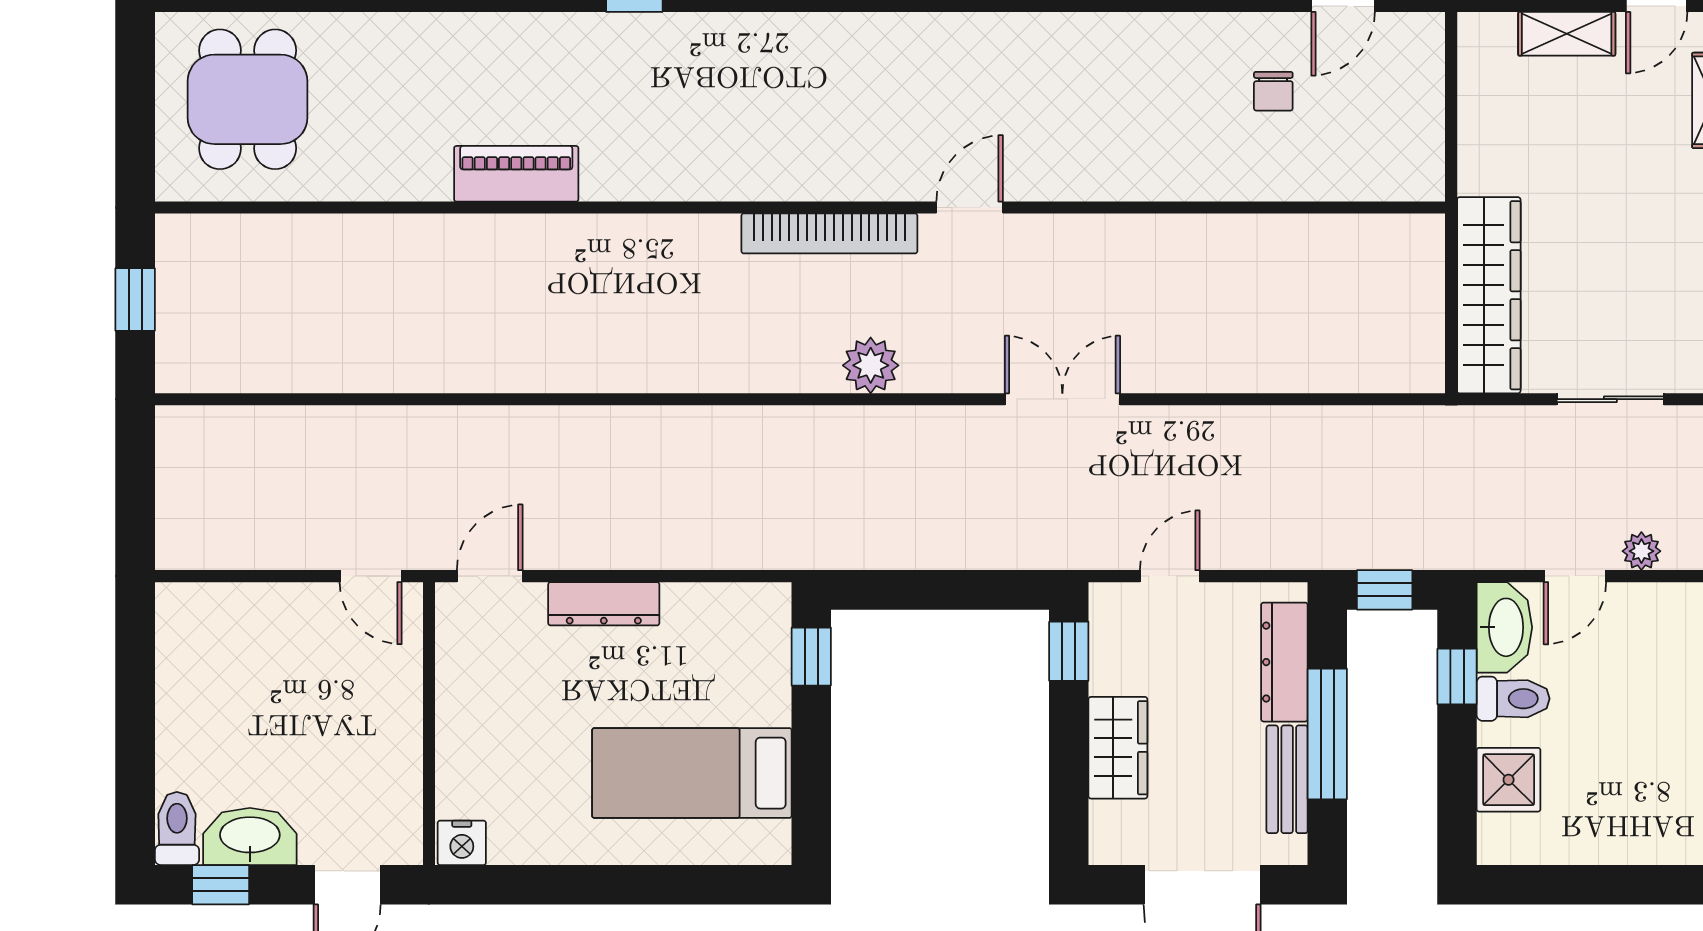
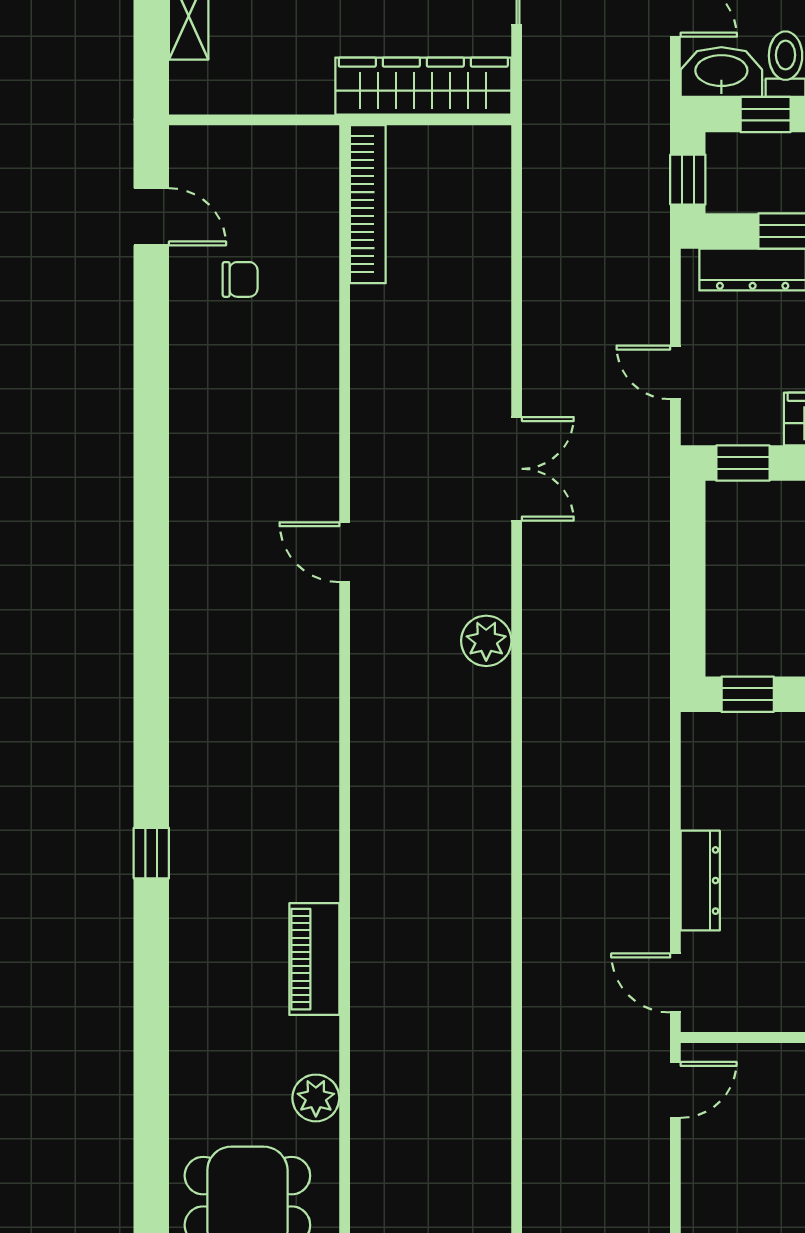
plant: (362, 176) -> (316, 1098), added
bookcase: (829, 233) -> (368, 204), moved
double door: (1062, 399) -> (517, 469), swing flipped

